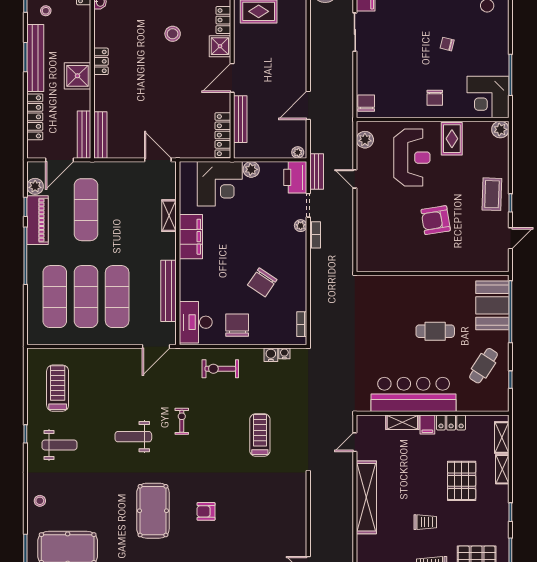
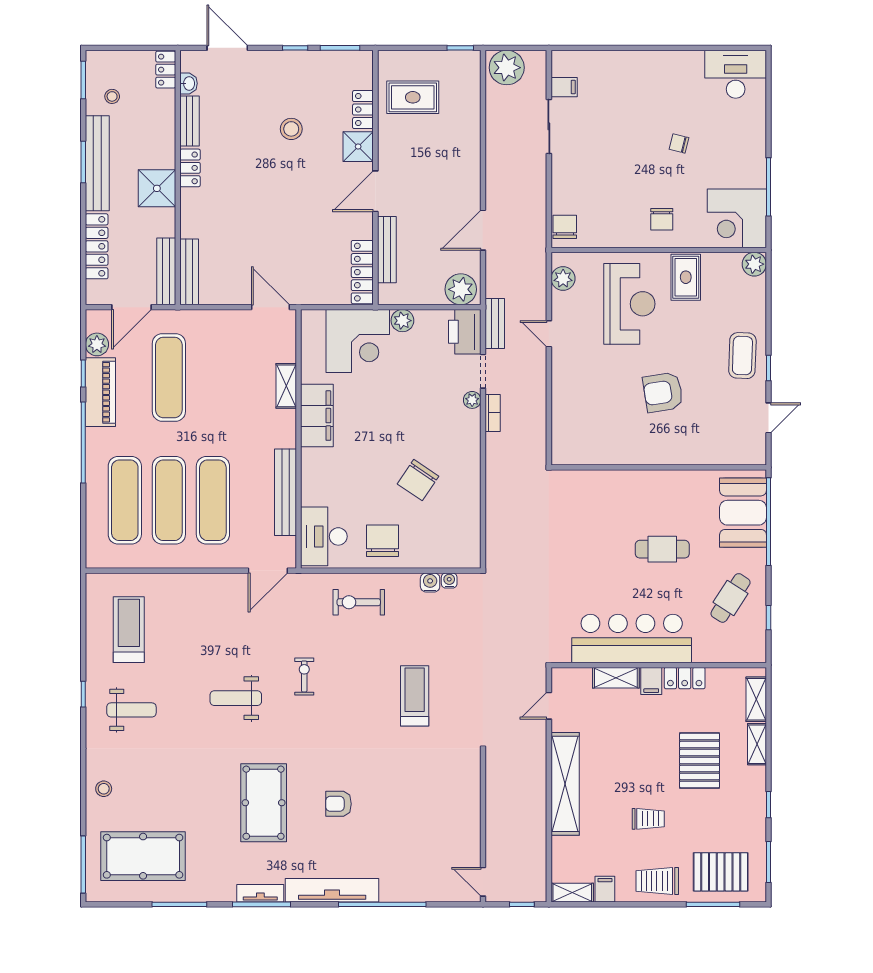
bench: (101, 28) -> (189, 121), added
plant: (298, 152) -> (461, 289), width x1.88, depth x1.88
bookcase: (302, 324) -> (474, 539), removed

